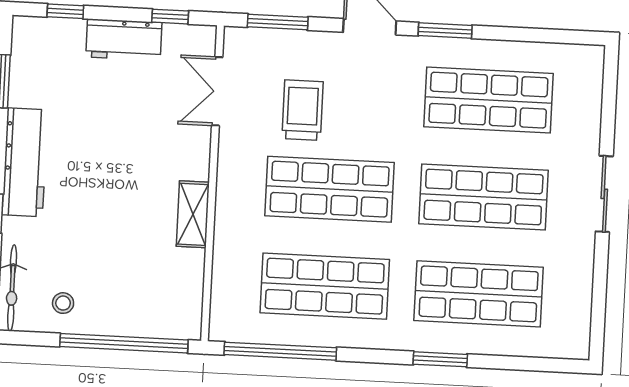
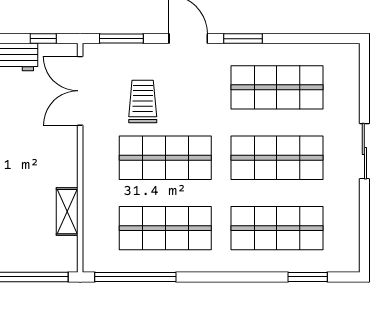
double door: (217, 91) -> (80, 91), width x1.37
shelving: (193, 214) -> (67, 212), moved
window: (440, 359) -> (308, 277), moved

